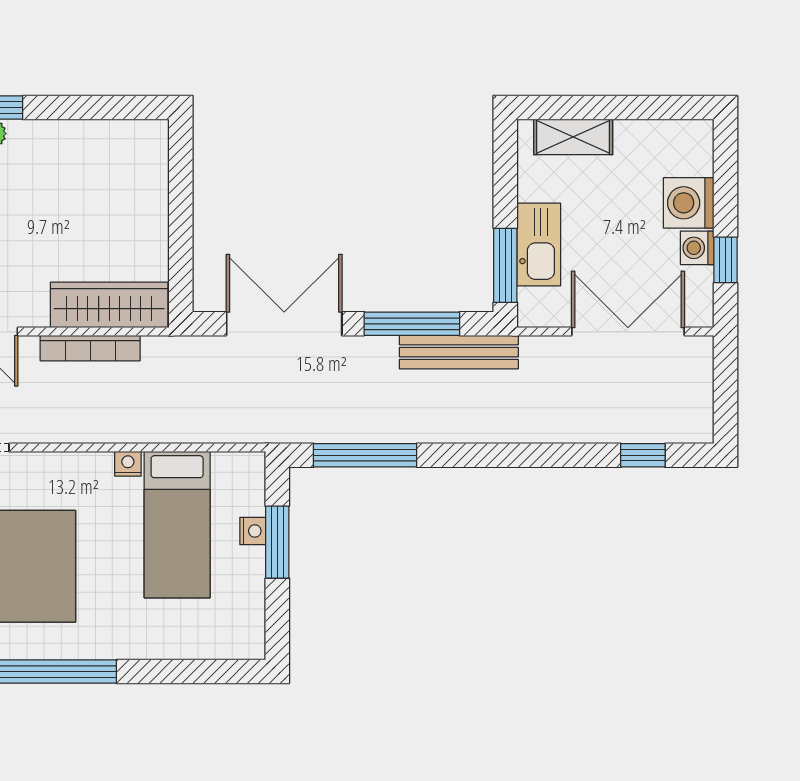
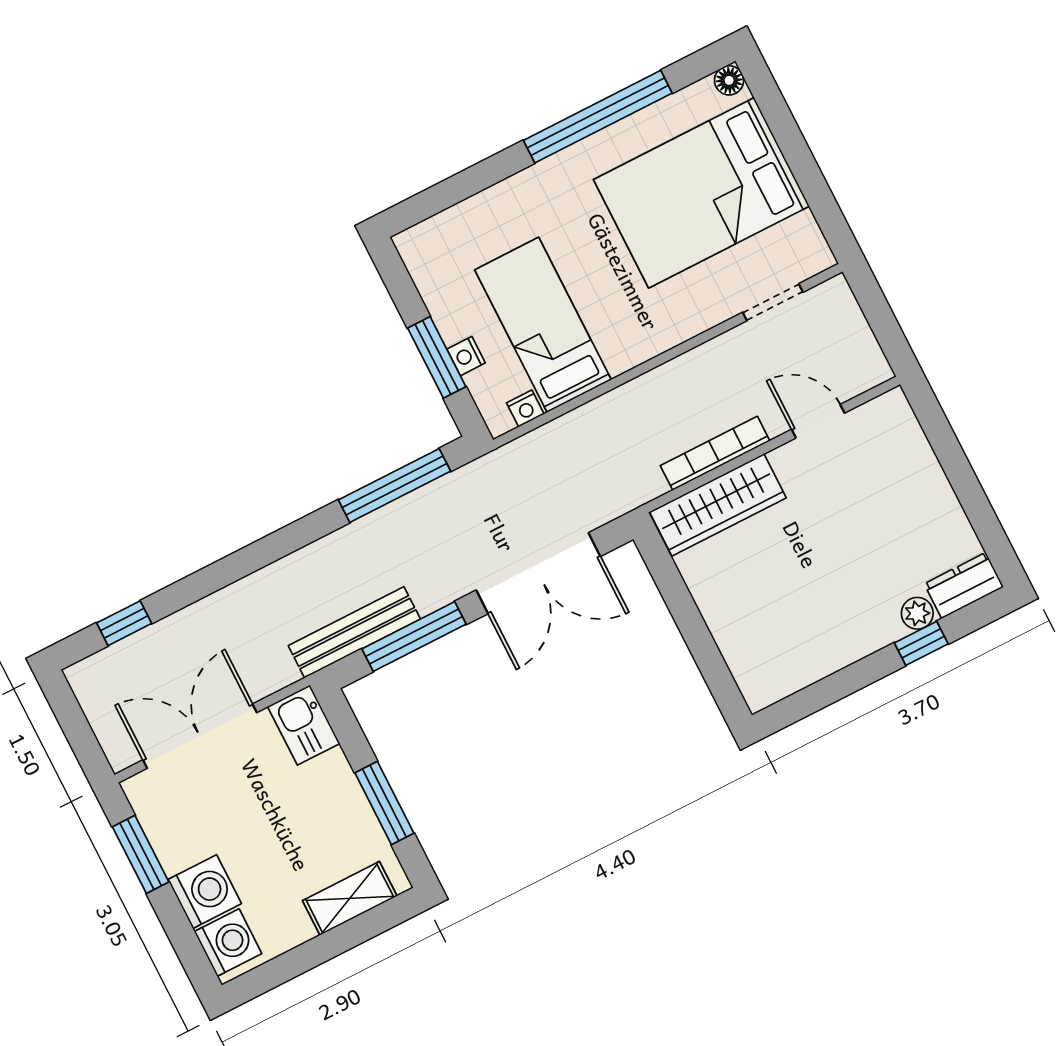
kitchen sink: (539, 245) -> (304, 725), moved, width x0.73
washing machine: (697, 248) -> (228, 943), moved, width x1.38, depth x1.38
window: (725, 260) -> (141, 854), width x1.50
window: (505, 265) -> (384, 803), moved
double door: (628, 332) -> (200, 736), swing flipped
nightstand: (128, 464) -> (525, 408), moved

